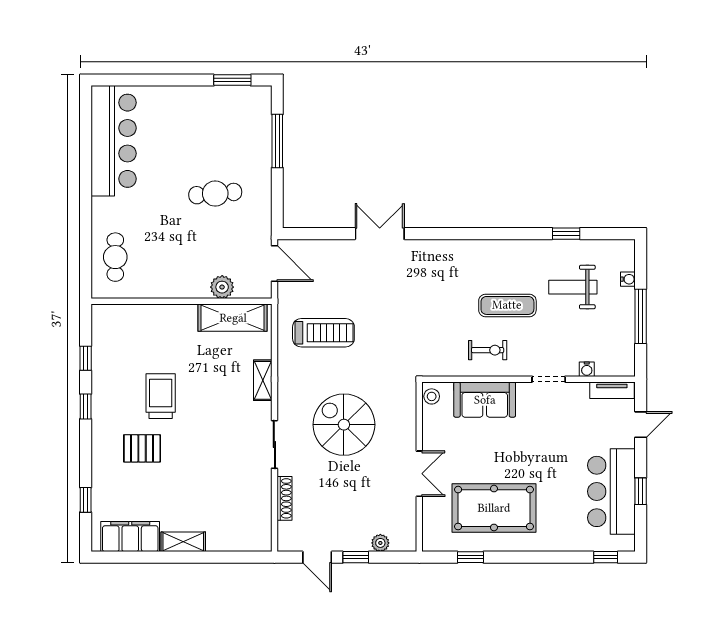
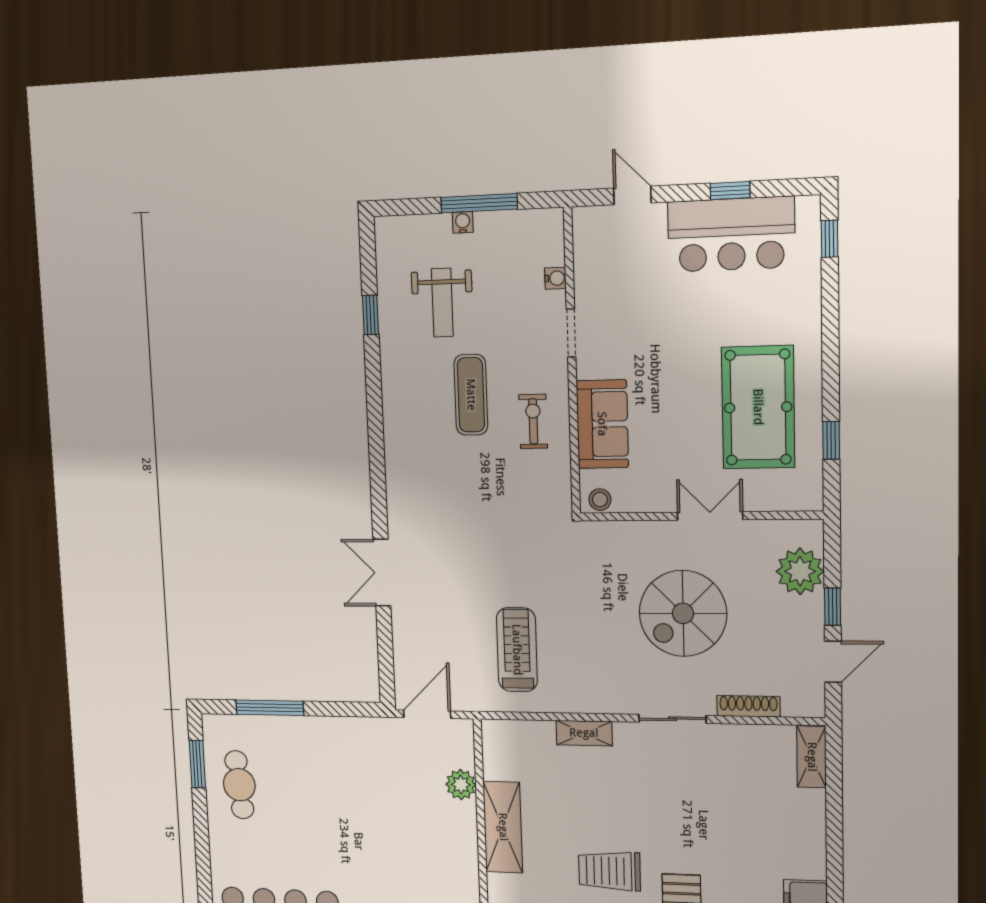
cafe table: (215, 194) -> (239, 785), moved
water cooler: (628, 279) -> (463, 222), moved
shelving: (233, 318) -> (503, 827), moved
tv unit: (612, 390) -> (584, 240), removed
spiral stairs: (344, 425) -> (683, 613), moved
shelving: (183, 542) -> (812, 757), moved
plant: (380, 543) -> (800, 571), width x1.88, depth x1.88

